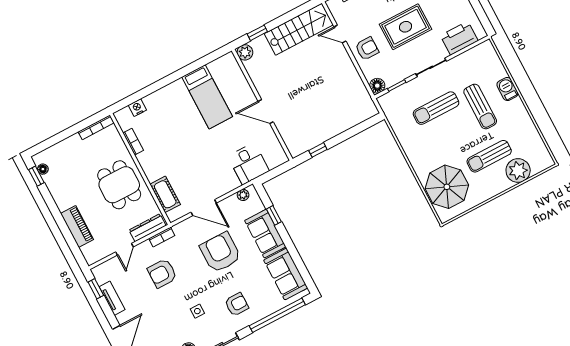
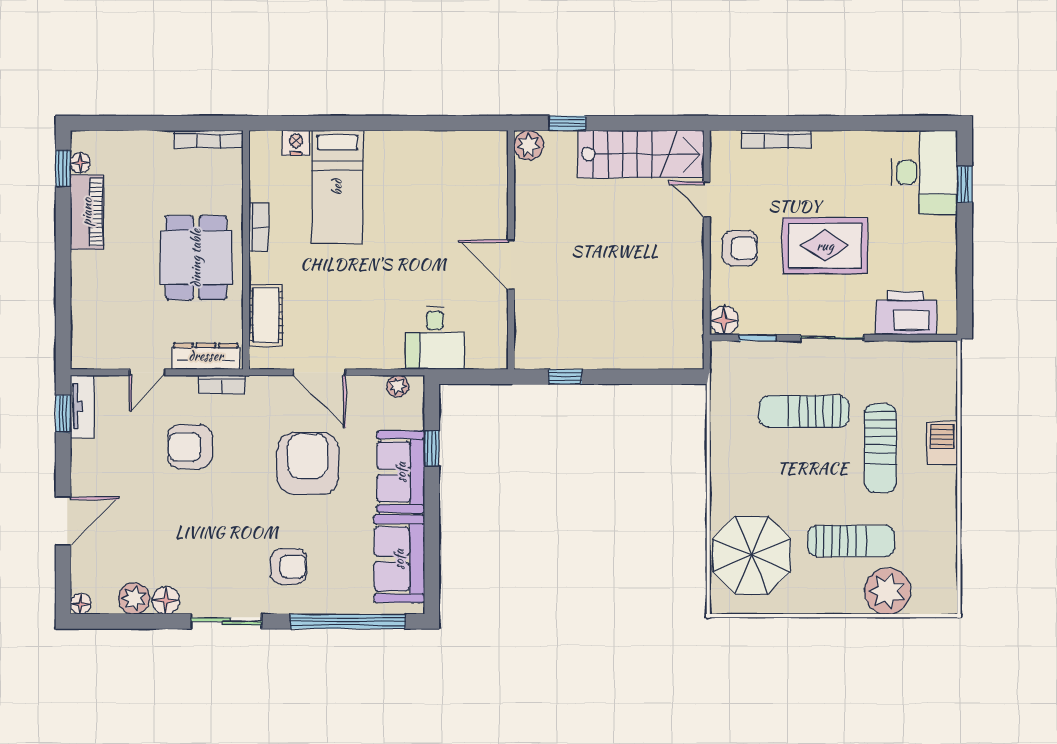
bed: (207, 97) -> (337, 187), moved
bookcase: (133, 142) -> (259, 227), moved
sun lounger: (489, 156) -> (851, 541), turned 180
piano: (77, 226) -> (87, 212), moved
tv unit: (112, 298) -> (82, 406), moved
side table: (197, 311) -> (216, 543), removed

